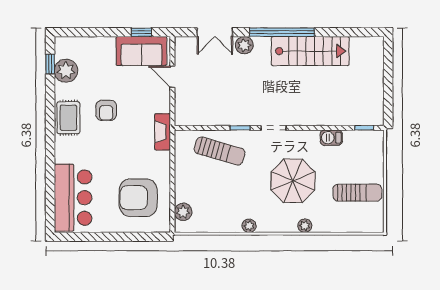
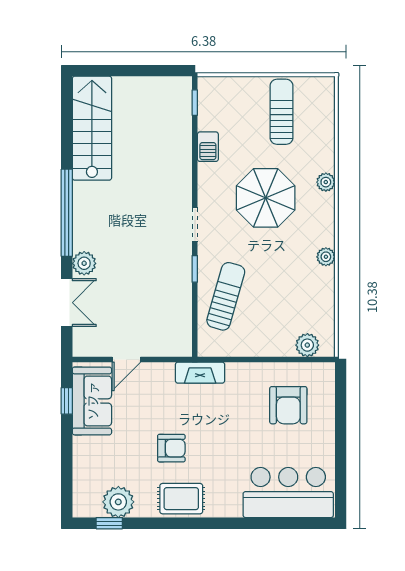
stairs: (310, 51) -> (92, 128), moved
armchair: (138, 198) -> (288, 405), width x0.73, depth x0.73

